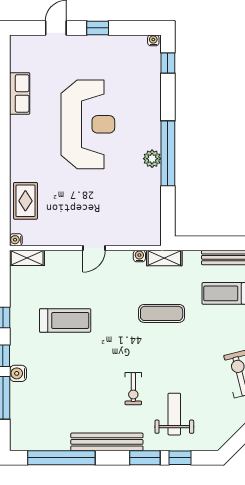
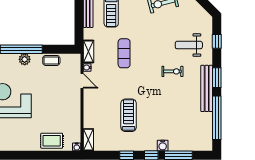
coffee table: (150, 200) -> (51, 60), added
door: (94, 248) -> (82, 81), moved
window: (145, 458) -> (217, 78), moved

